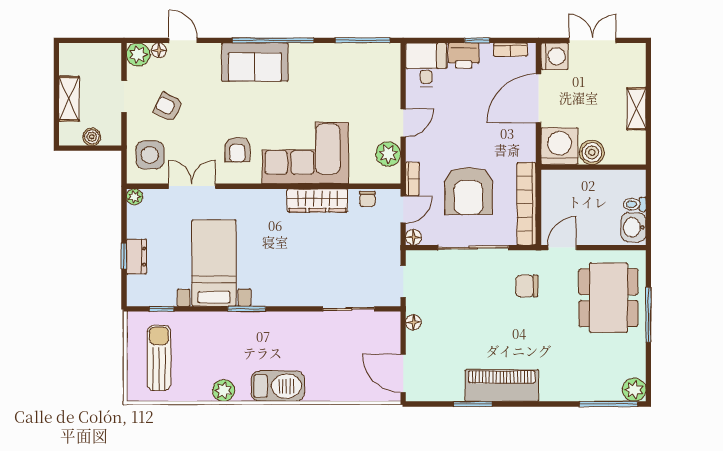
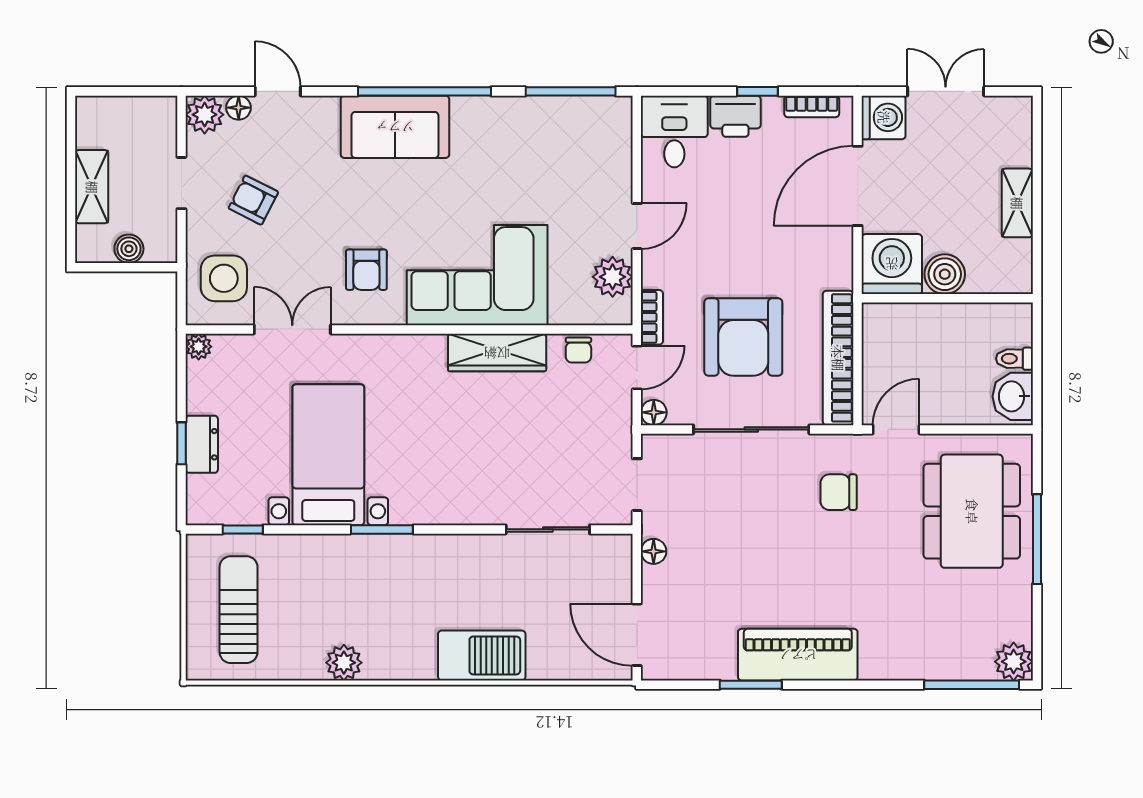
barbecue: (278, 386) -> (482, 655), moved

